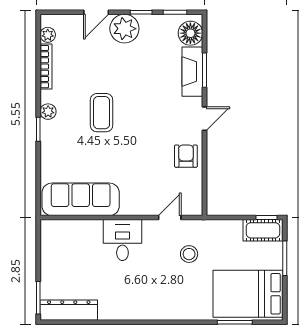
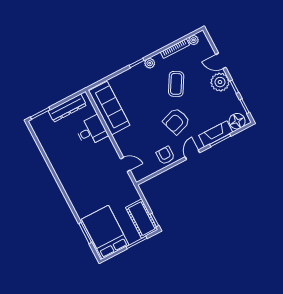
coffee table: (102, 113) -> (176, 84), moved, turned -60
armchair: (147, 116) -> (176, 121), added
door: (204, 119) -> (192, 155), swing flipped
armchair: (186, 156) -> (165, 155), turned -90
cot: (263, 230) -> (142, 219), width x1.37, depth x1.34
desk: (122, 240) -> (91, 131), moved
stool: (189, 254) -> (110, 186), removed
dresser: (69, 310) -> (67, 108), moved, turned 90

